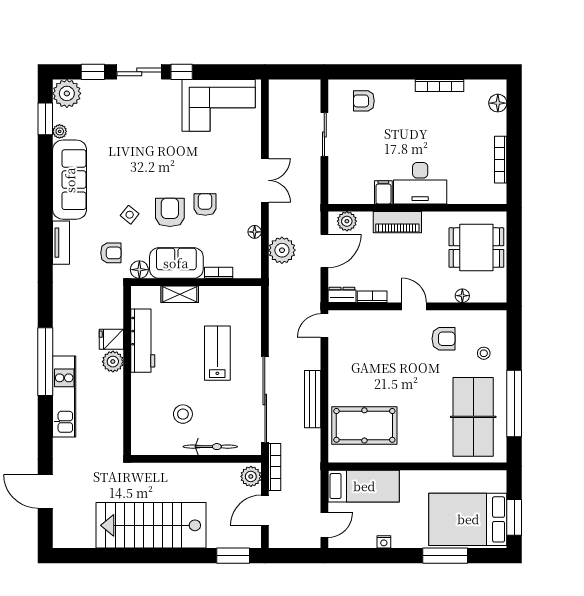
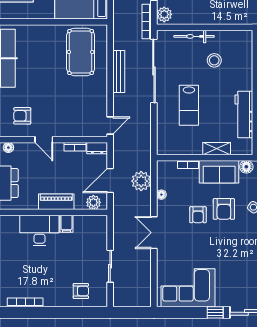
pool table: (364, 425) -> (81, 52), turned 90

